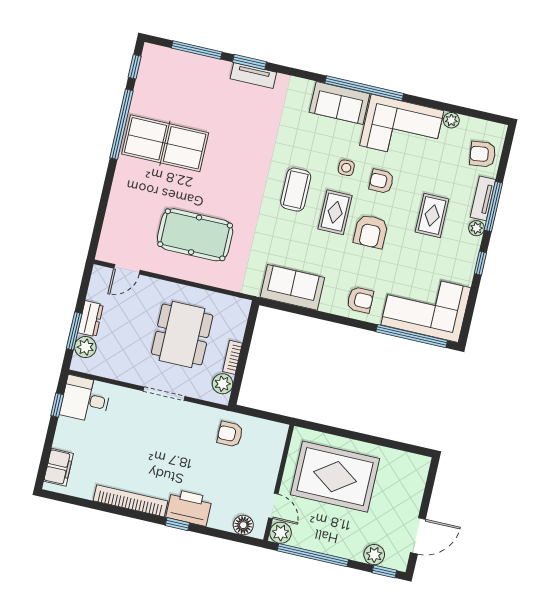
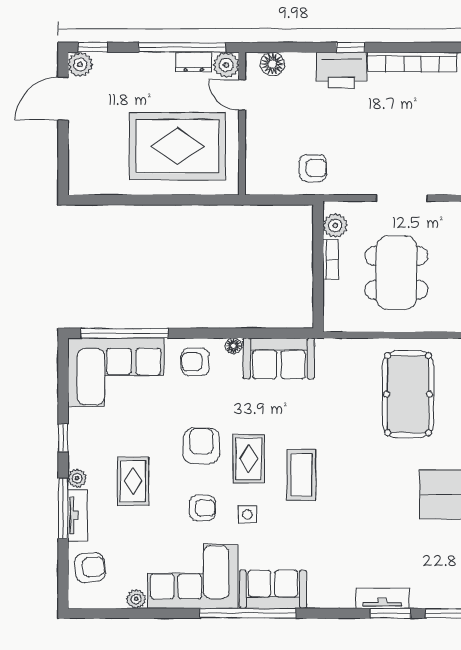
pool table: (195, 235) -> (408, 394), turned 90
floor lamp: (327, 306) -> (233, 346), added
dresser: (306, 541) -> (194, 62), added
plant: (374, 555) -> (80, 64), moved

